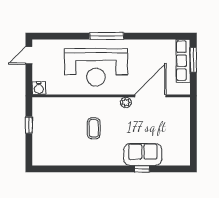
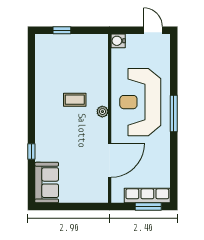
door: (150, 96) -> (110, 160), hinge flipped
plant: (126, 103) -> (102, 112), moved
window: (29, 125) -> (62, 30), moved
sofa: (143, 155) -> (47, 183), moved

